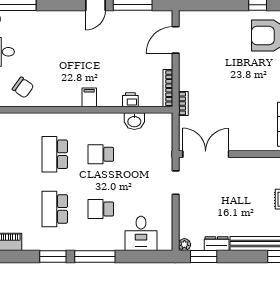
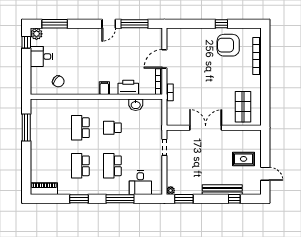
door: (176, 40) -> (164, 59), moved
printer: (130, 100) -> (128, 87), width x1.87, depth x1.48
double door: (206, 154) -> (206, 128), moved
school desk: (101, 209) -> (112, 166), width x1.85
dresser: (217, 244) -> (193, 190), removed
window: (95, 256) -> (120, 199), moved

